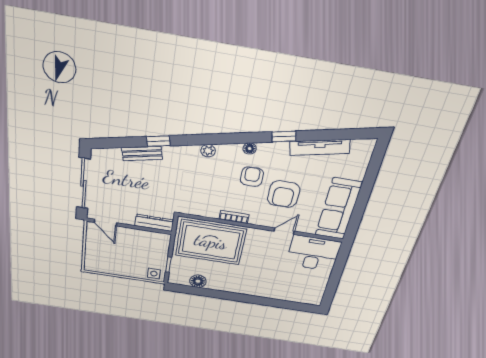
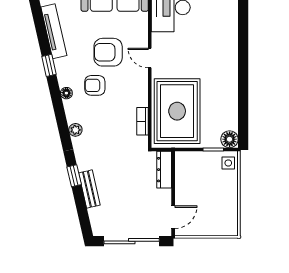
armchair: (284, 194) -> (108, 52), turned 180
bookcase: (234, 217) -> (143, 121), moved
door: (284, 231) -> (150, 58), moved
floor lamp: (198, 281) -> (230, 139), moved

